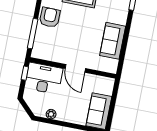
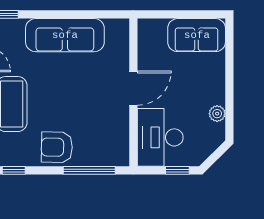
sofa: (113, 41) -> (65, 35), width x1.36
window: (25, 73) -> (177, 170), moved

